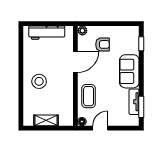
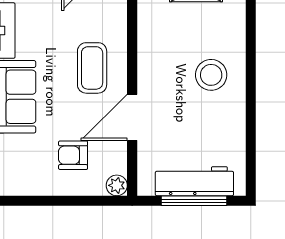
window: (47, 24) -> (194, 201), added
coffee table: (89, 96) -> (92, 68), moved

